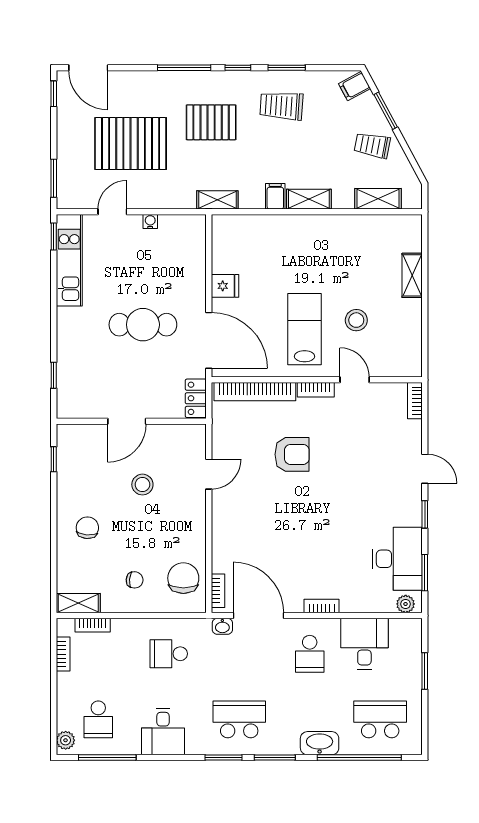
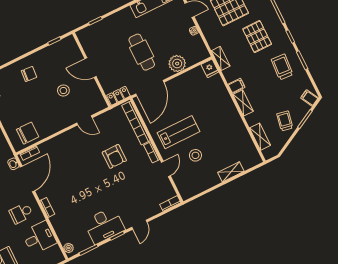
plant: (191, 276) -> (177, 64), added
fridge: (225, 286) -> (210, 68), moved
desk: (397, 559) -> (104, 225), moved
chair: (135, 580) -> (15, 110), removed

